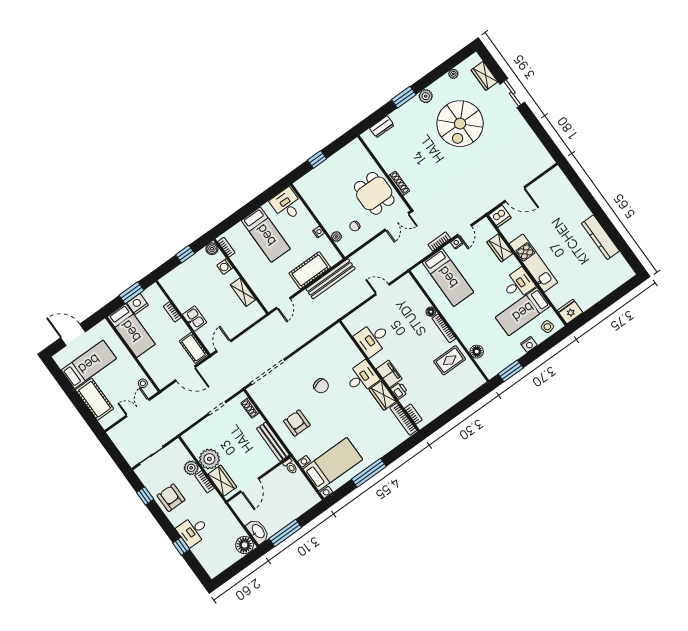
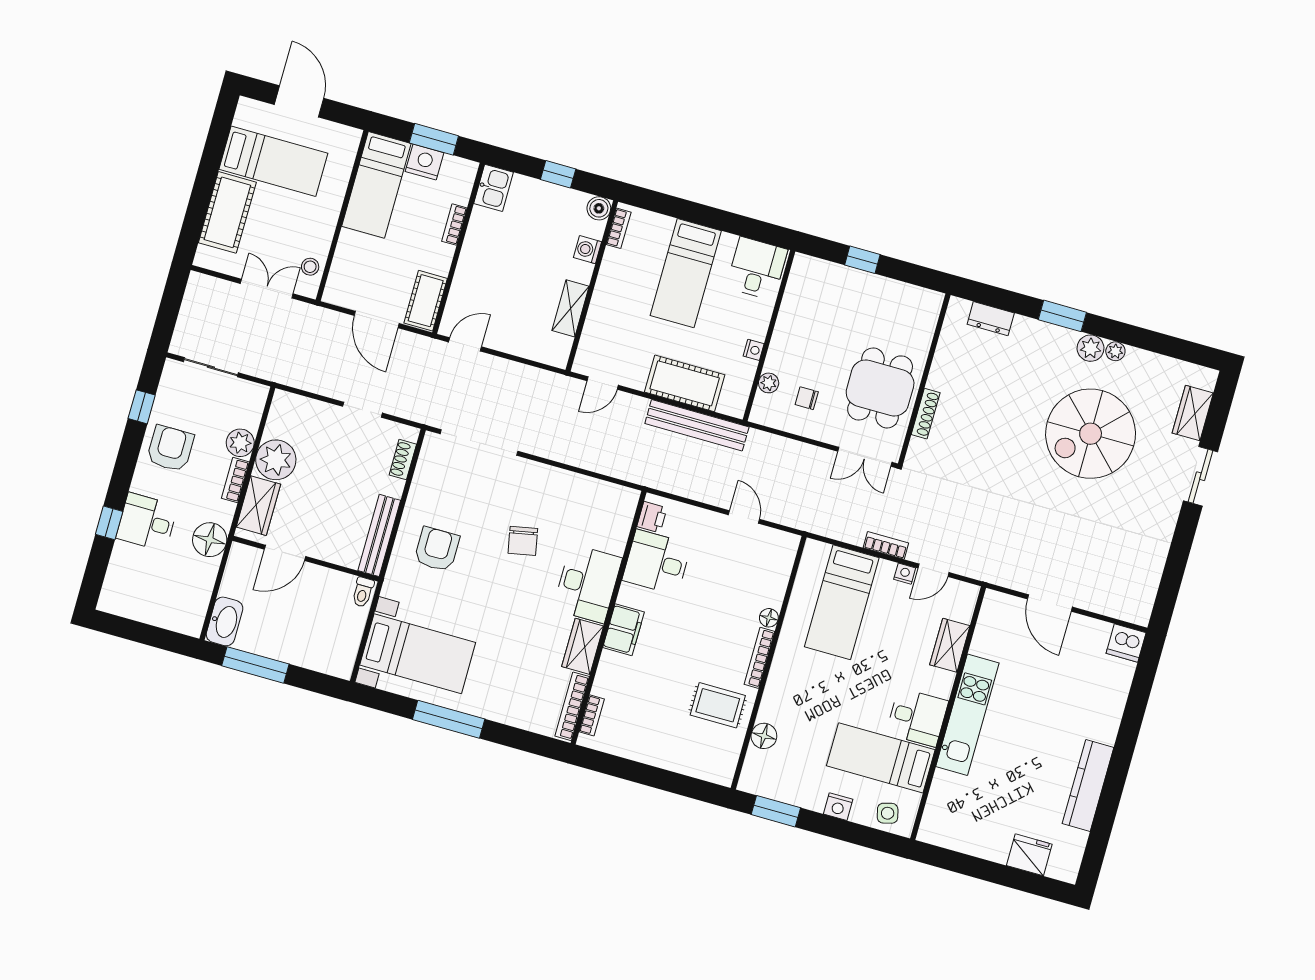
plant: (453, 74) -> (1115, 351), moved
dishwasher: (500, 216) -> (1126, 643), moved
fridge: (570, 312) -> (1029, 855), moved
kitchen sink: (195, 319) -> (494, 188), moved
desk: (362, 377) -> (587, 584), width x1.37
printer: (399, 391) -> (652, 517), moved
floor lamp: (245, 545) -> (210, 540), moved

